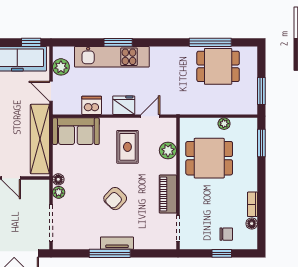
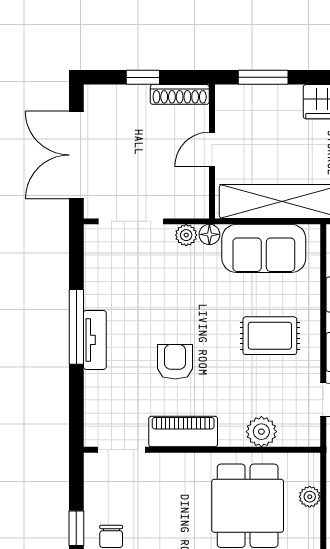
plant: (224, 124) -> (310, 497), moved
sofa: (76, 131) -> (264, 248), moved, turned -90
rug: (127, 147) -> (270, 336), moved
armchair: (115, 199) -> (175, 362), moved, turned 46

